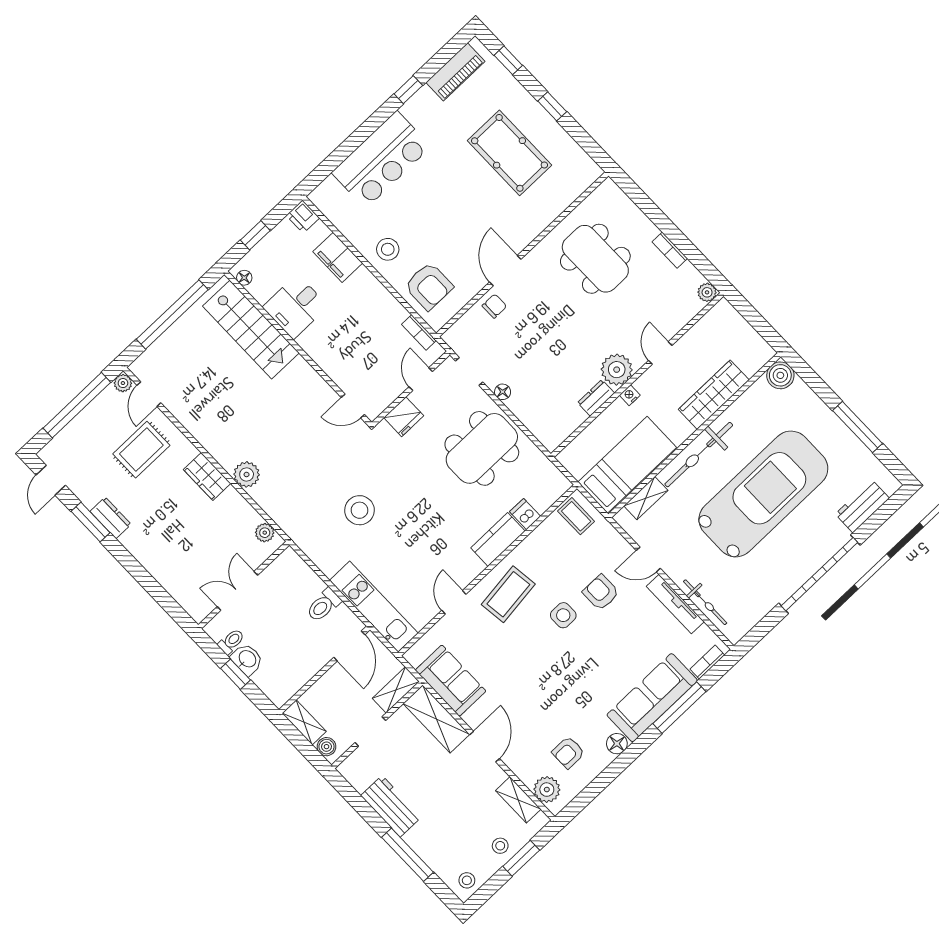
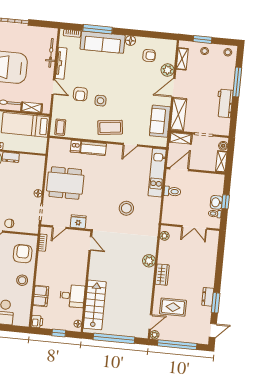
plant: (547, 790) -> (168, 70), moved

